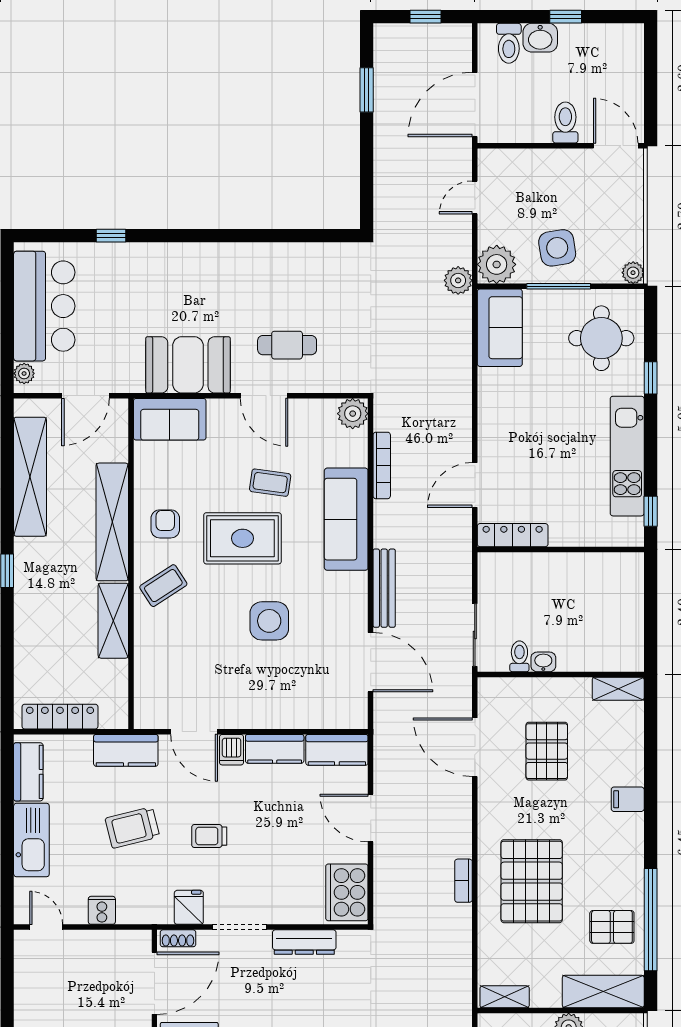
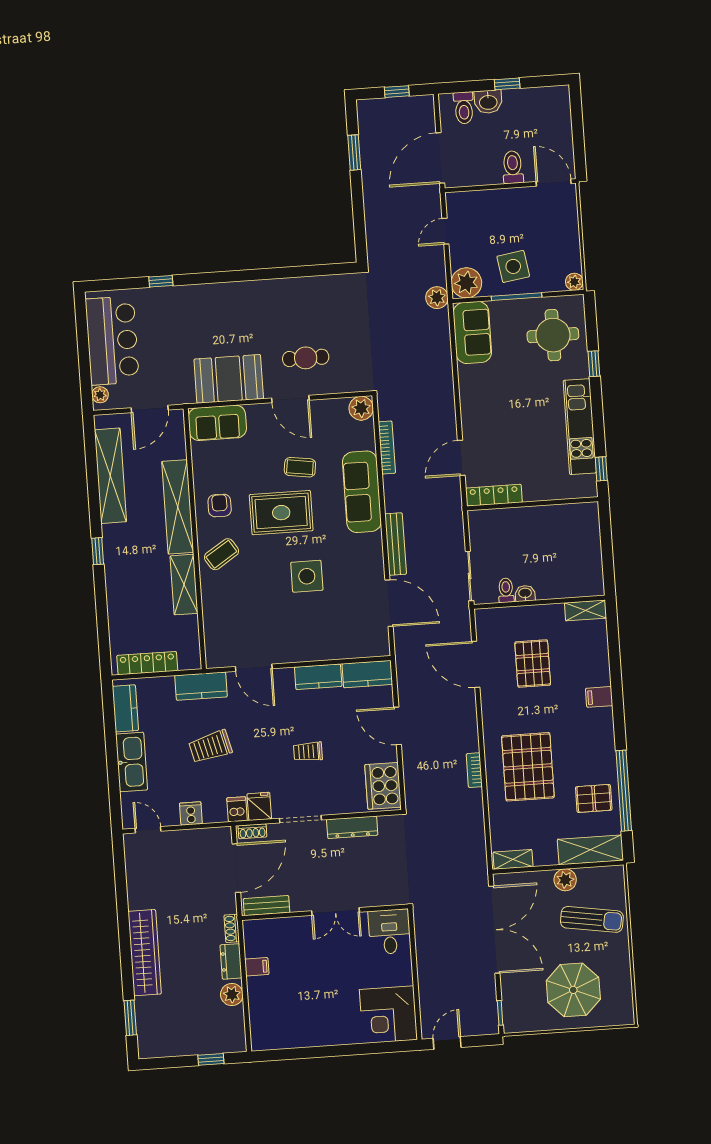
dishwasher: (232, 750) -> (237, 809), moved, turned 180
trolley: (209, 836) -> (308, 752), moved

